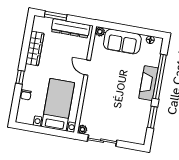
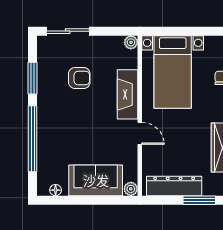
fireplace: (148, 83) -> (128, 94), moved, turned 180
armchair: (121, 112) -> (79, 78), added
sliding door: (102, 141) -> (68, 31), moved

